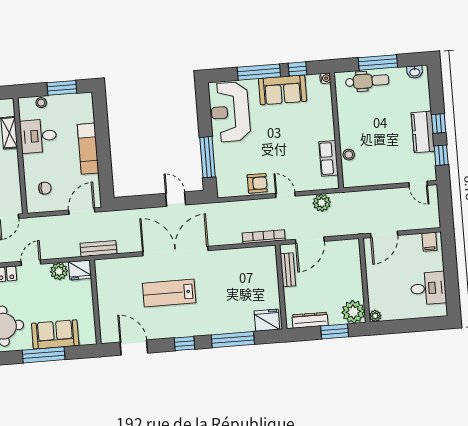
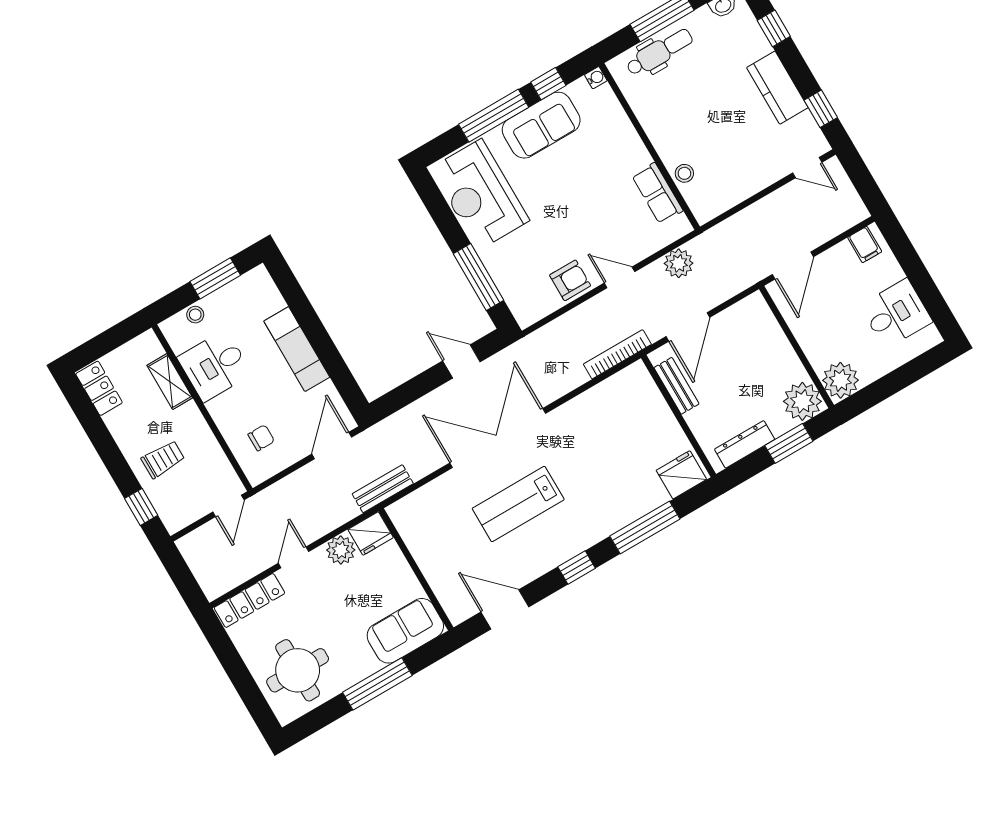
window: (439, 123) -> (774, 28), moved
plant: (375, 316) -> (840, 380), width x1.87, depth x1.87
sofa: (55, 334) -> (405, 631), moved

